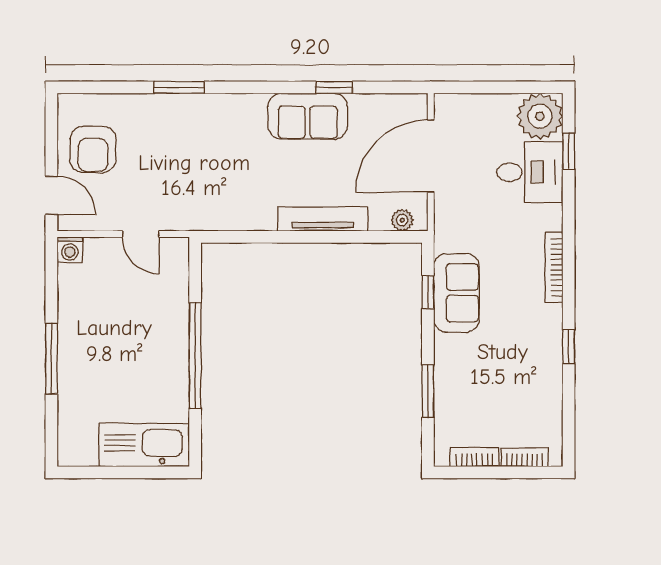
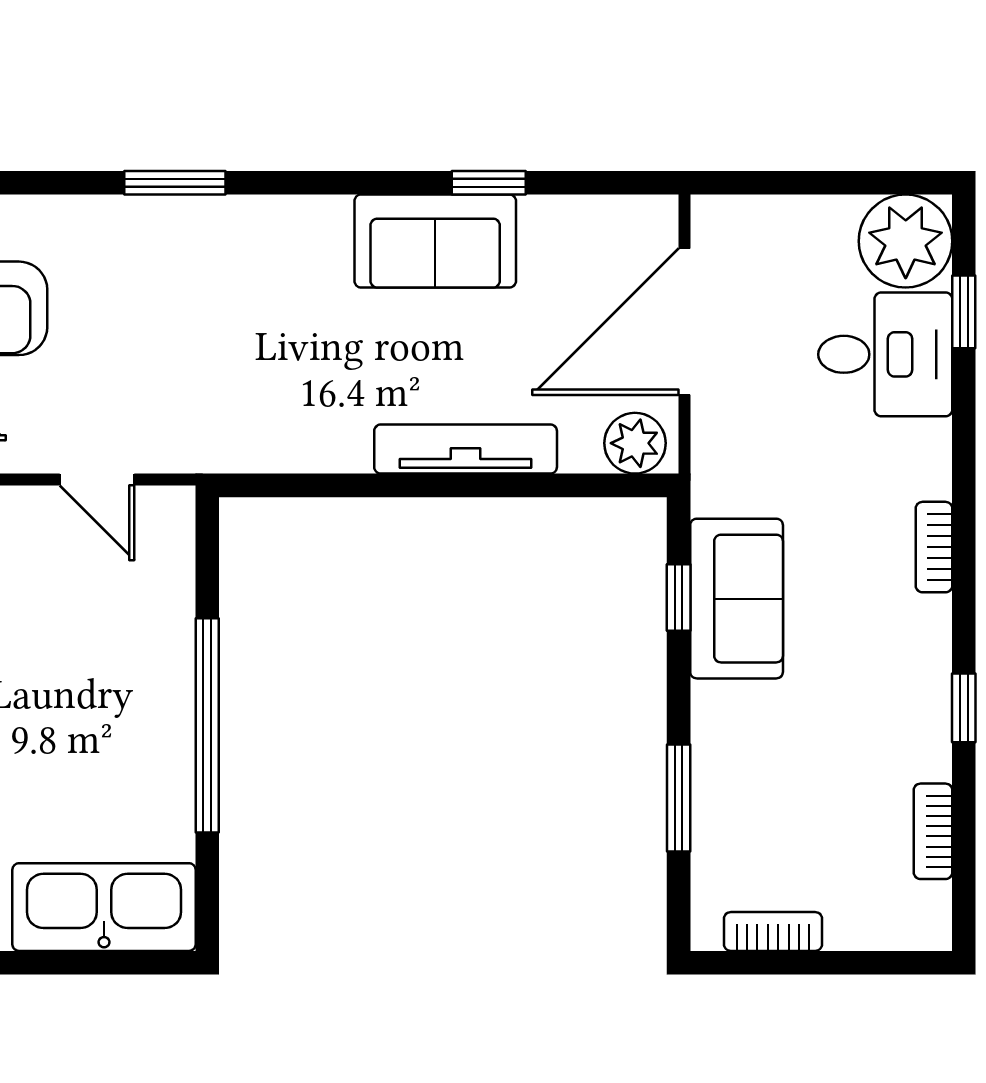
plant: (402, 220) -> (635, 443), width x1.38, depth x1.38
bookcase: (554, 267) -> (934, 547), width x0.64
bookcase: (525, 457) -> (933, 831), moved, turned -90

